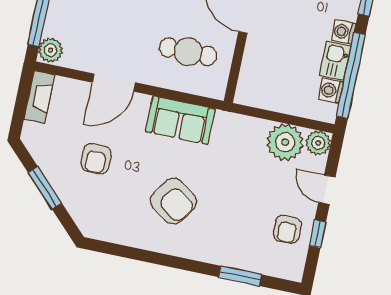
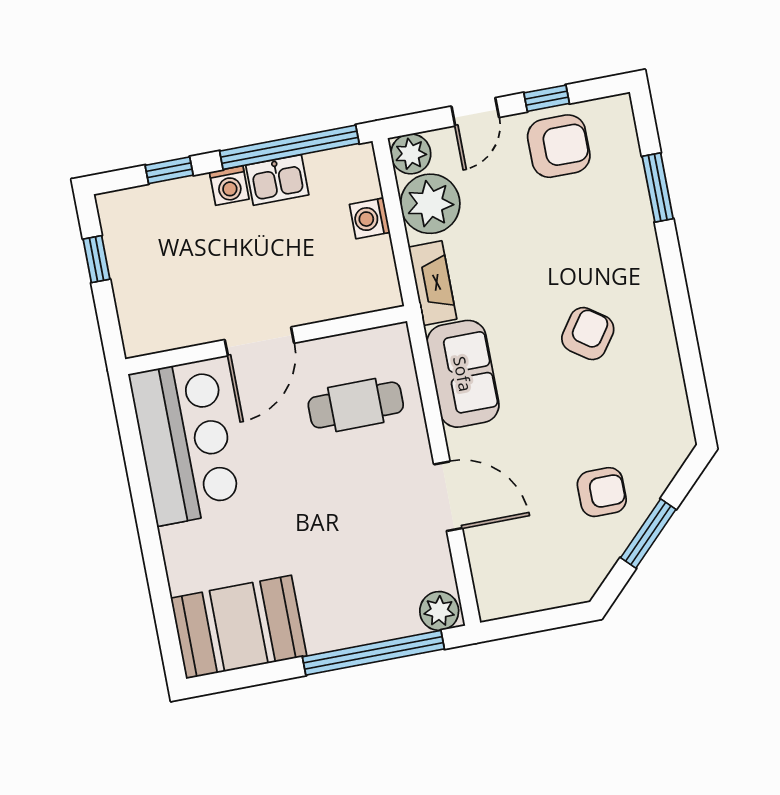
cafe table: (188, 52) -> (356, 405), turned 90
washing machine: (331, 91) -> (370, 218), moved, turned 90
fireplace: (39, 97) -> (433, 283), moved, turned 90
armchair: (96, 159) -> (602, 492), moved
armchair: (173, 201) -> (588, 334), width x0.72, depth x0.72
armchair: (287, 229) -> (559, 146), width x1.38, depth x1.38

